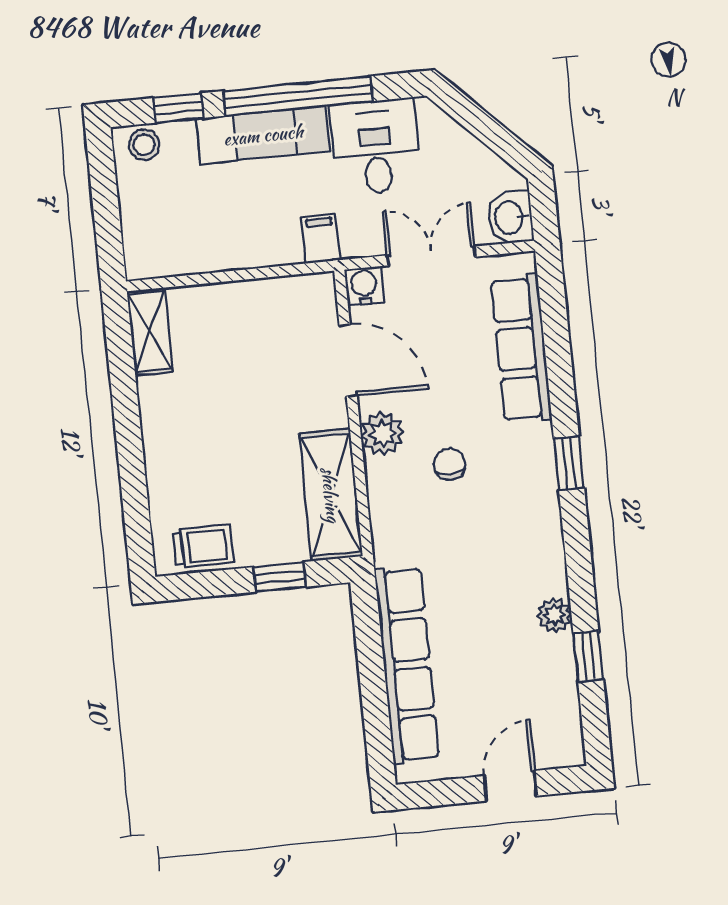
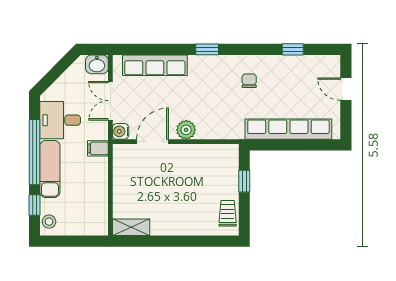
chair: (449, 464) -> (249, 81), moved, turned 90
shelving: (331, 495) -> (211, 155), removed
plant: (554, 615) -> (273, 62), removed

